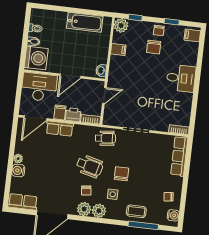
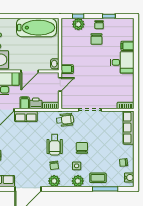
bathtub: (85, 22) -> (36, 28), width x1.36, depth x1.36
plant: (121, 25) -> (78, 24), moved
filing cabinet: (192, 35) -> (128, 46), moved
filing cabinet: (118, 49) -> (67, 69), moved
wheelchair: (90, 166) -> (55, 145), turned 76
plant: (99, 211) -> (78, 181), moved

